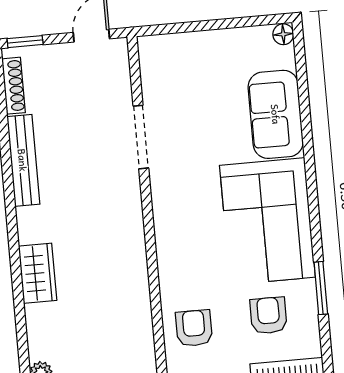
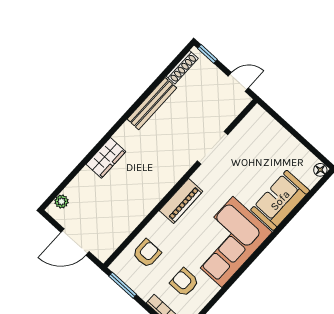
piano: (169, 231) -> (181, 201), added
window: (321, 288) -> (219, 295), removed
armchair: (268, 315) -> (184, 282), turned -90

